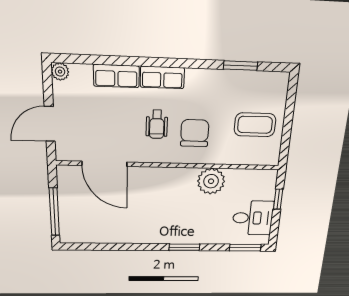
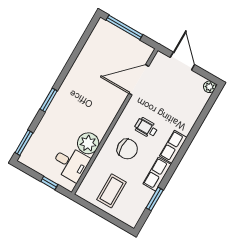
row of seats: (116, 76) -> (157, 174), moved
desk: (253, 218) -> (71, 163), moved, turned -90

